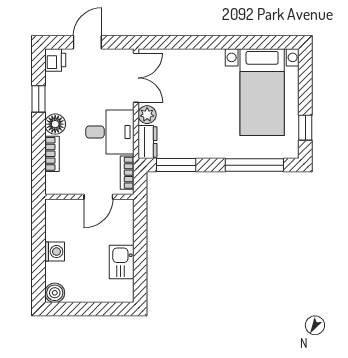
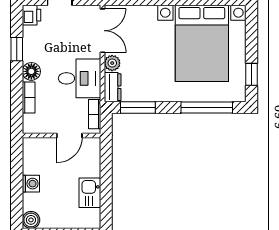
bed with nightstands: (262, 92) -> (202, 43), width x1.36

